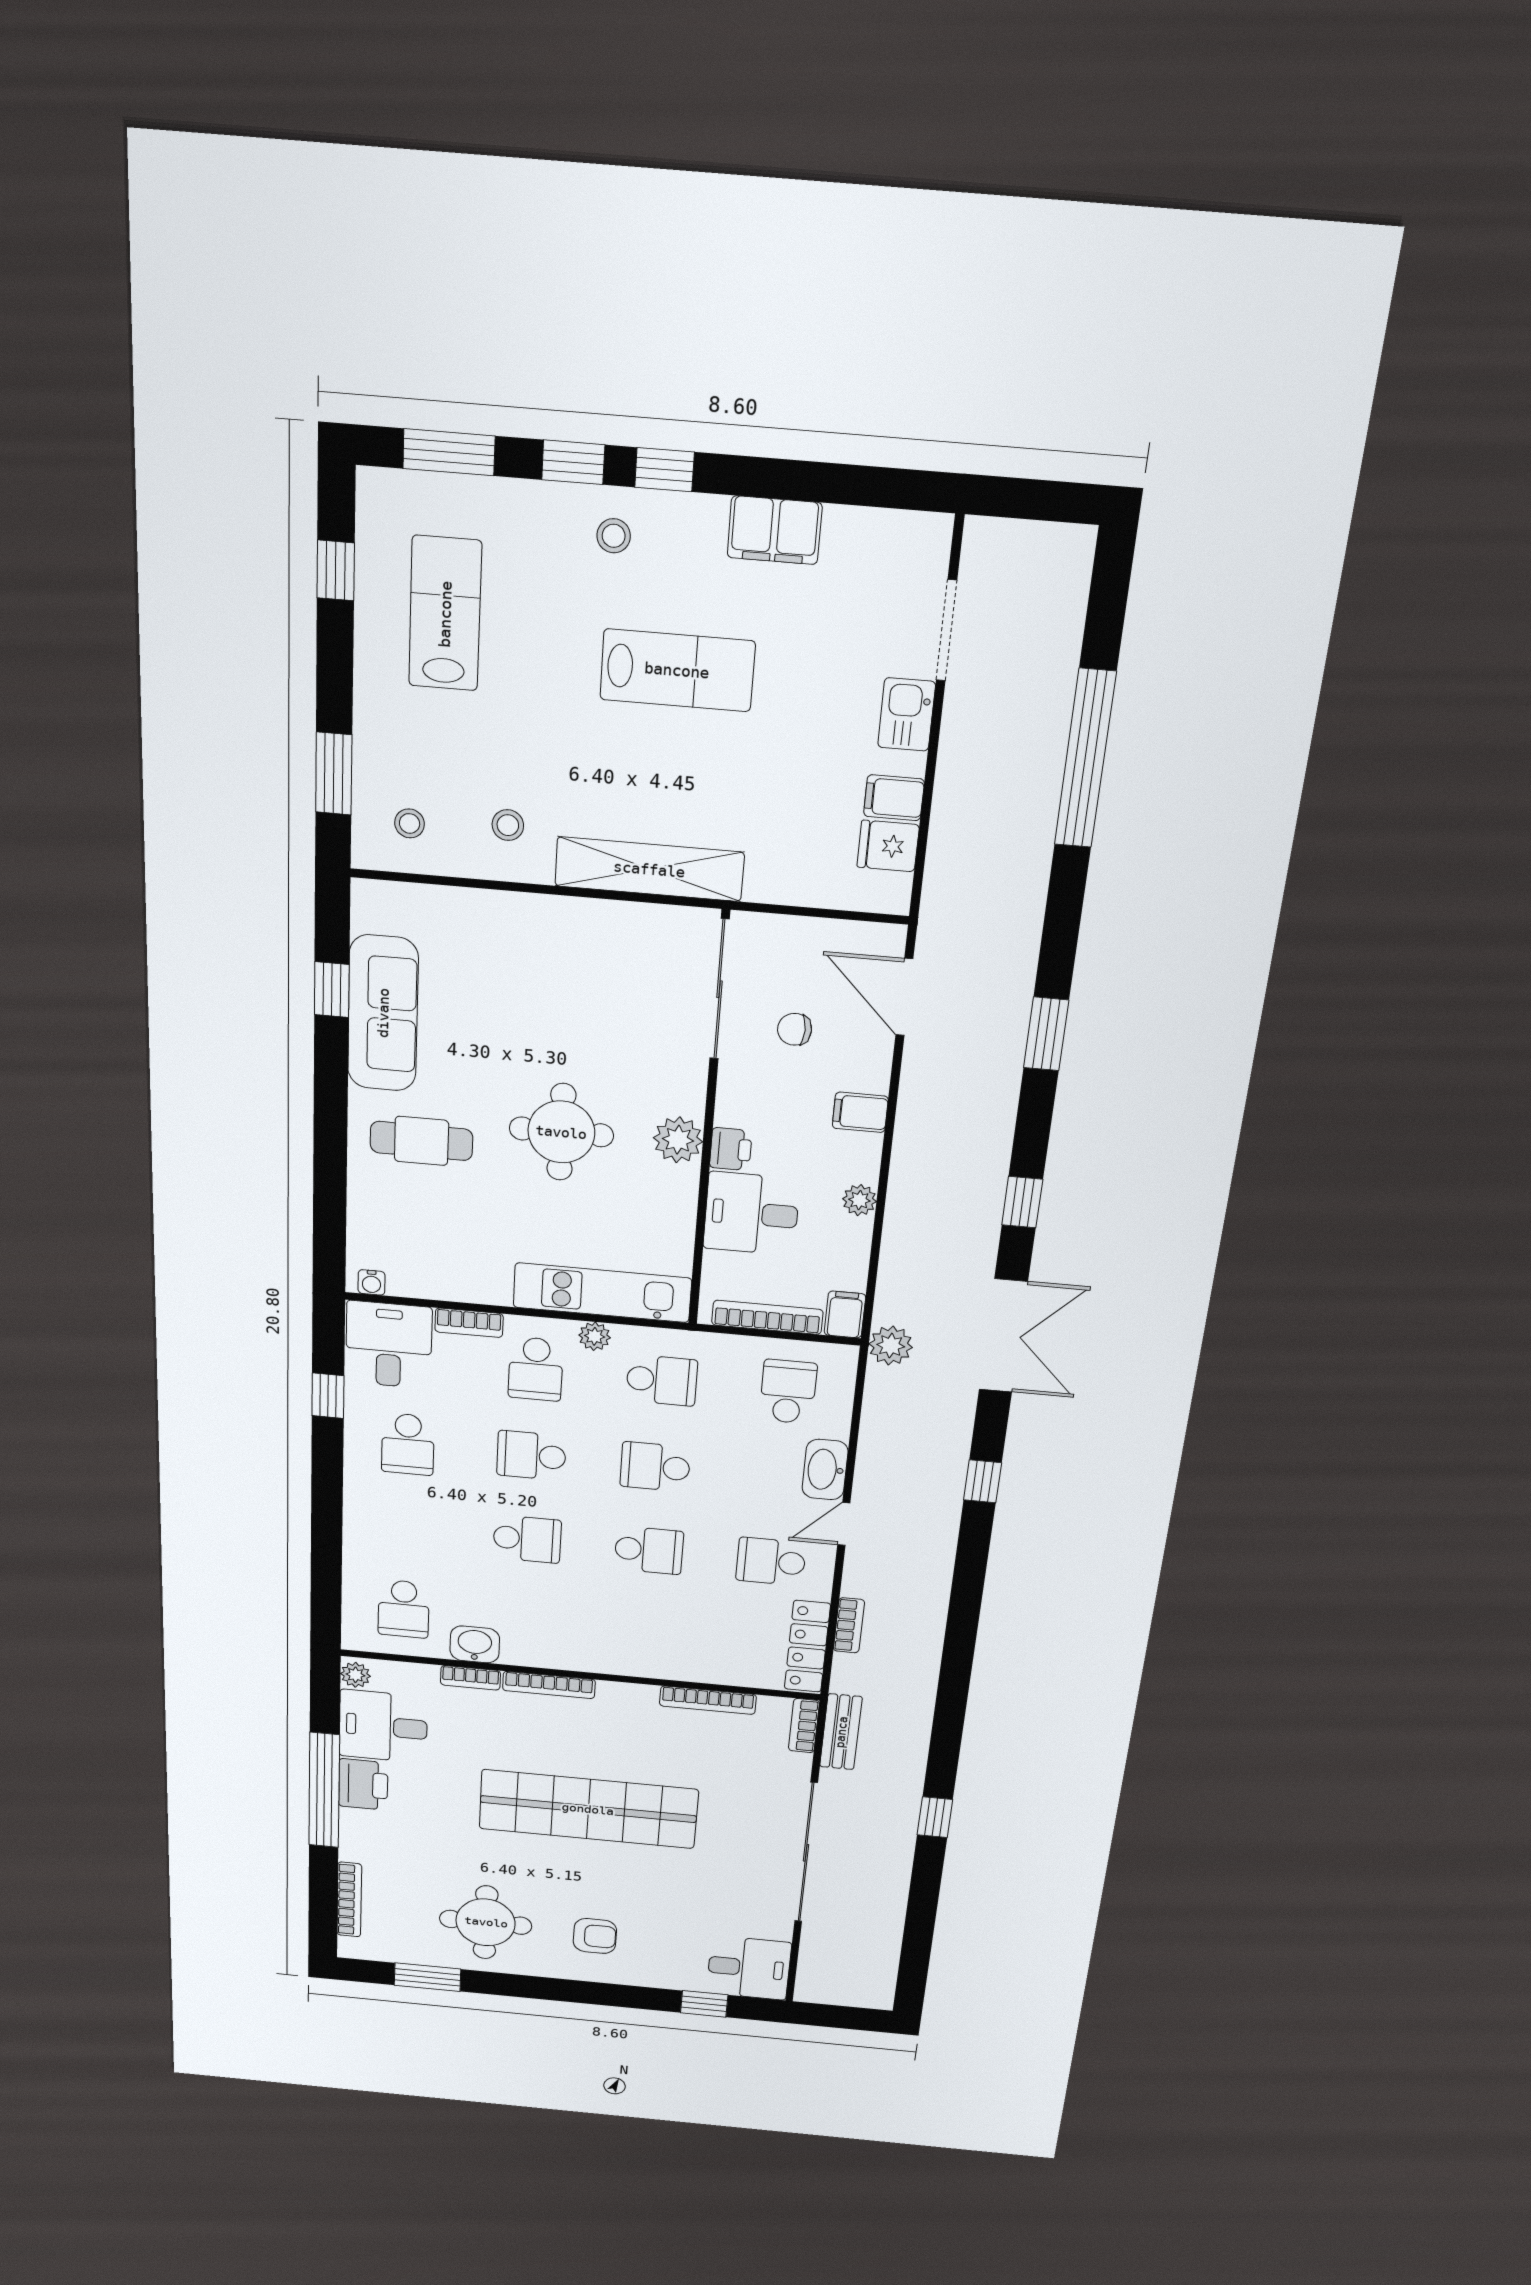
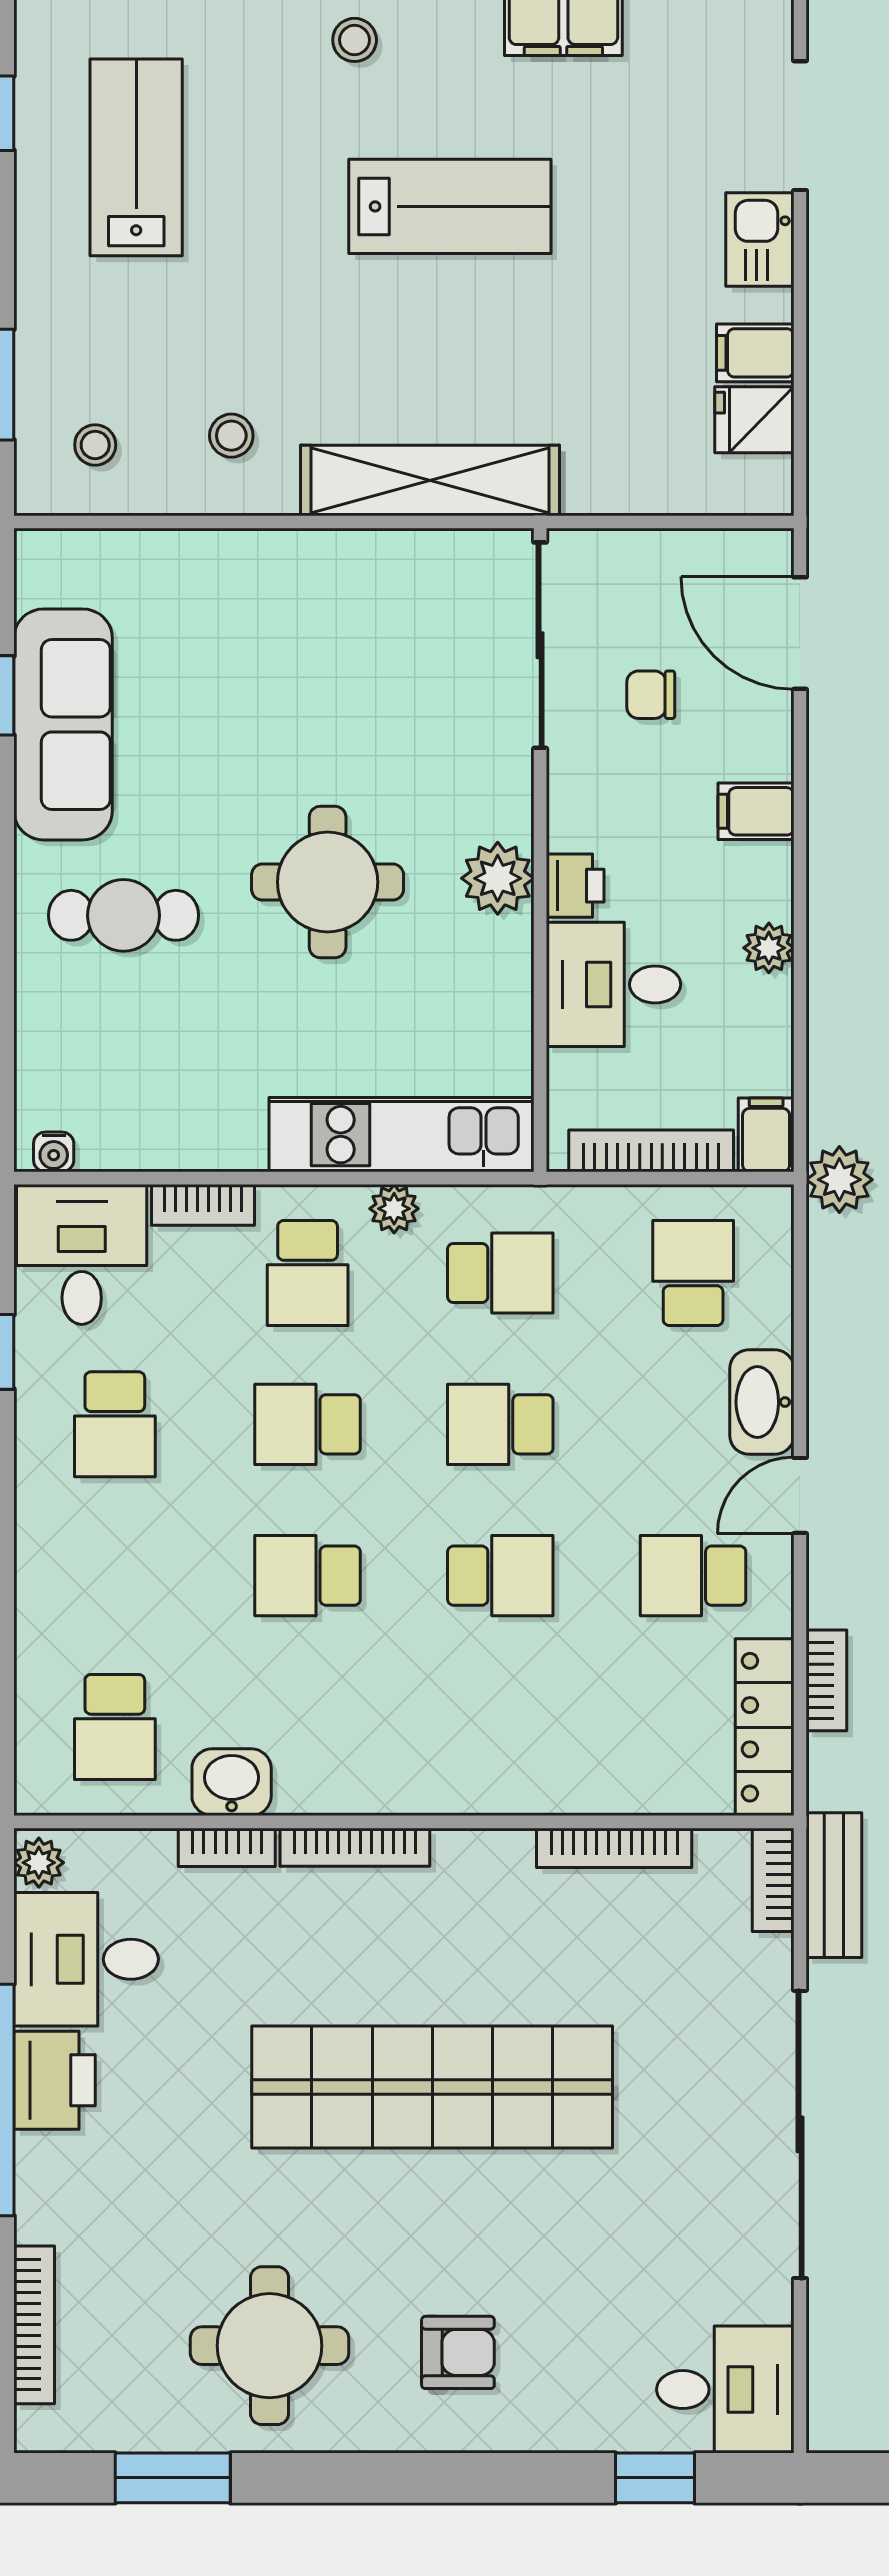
school desk: (527, 1539) -> (308, 1576), turned 180

